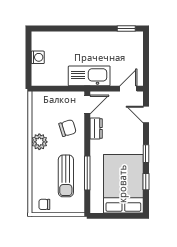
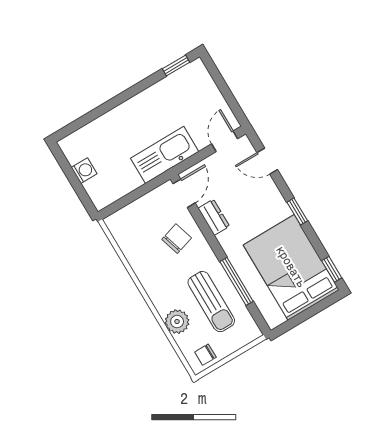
plant: (39, 142) -> (177, 322), moved
window: (146, 182) -> (332, 269), moved

